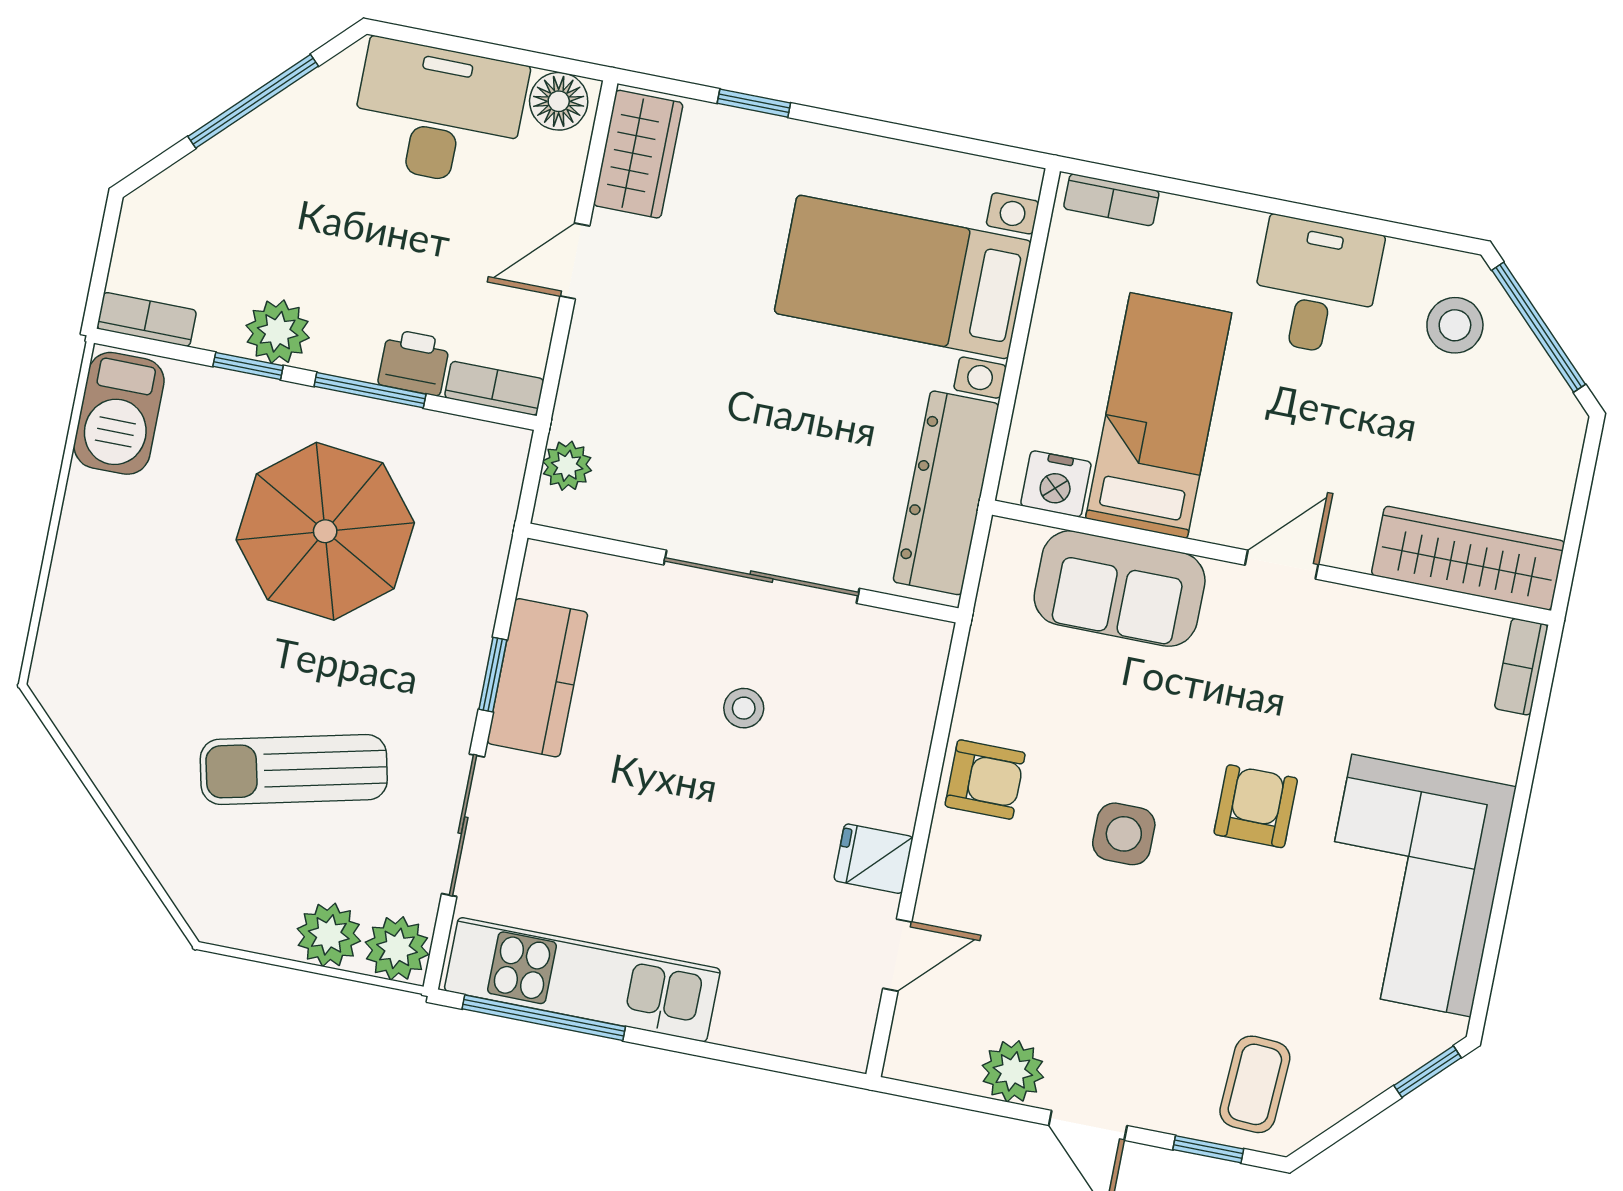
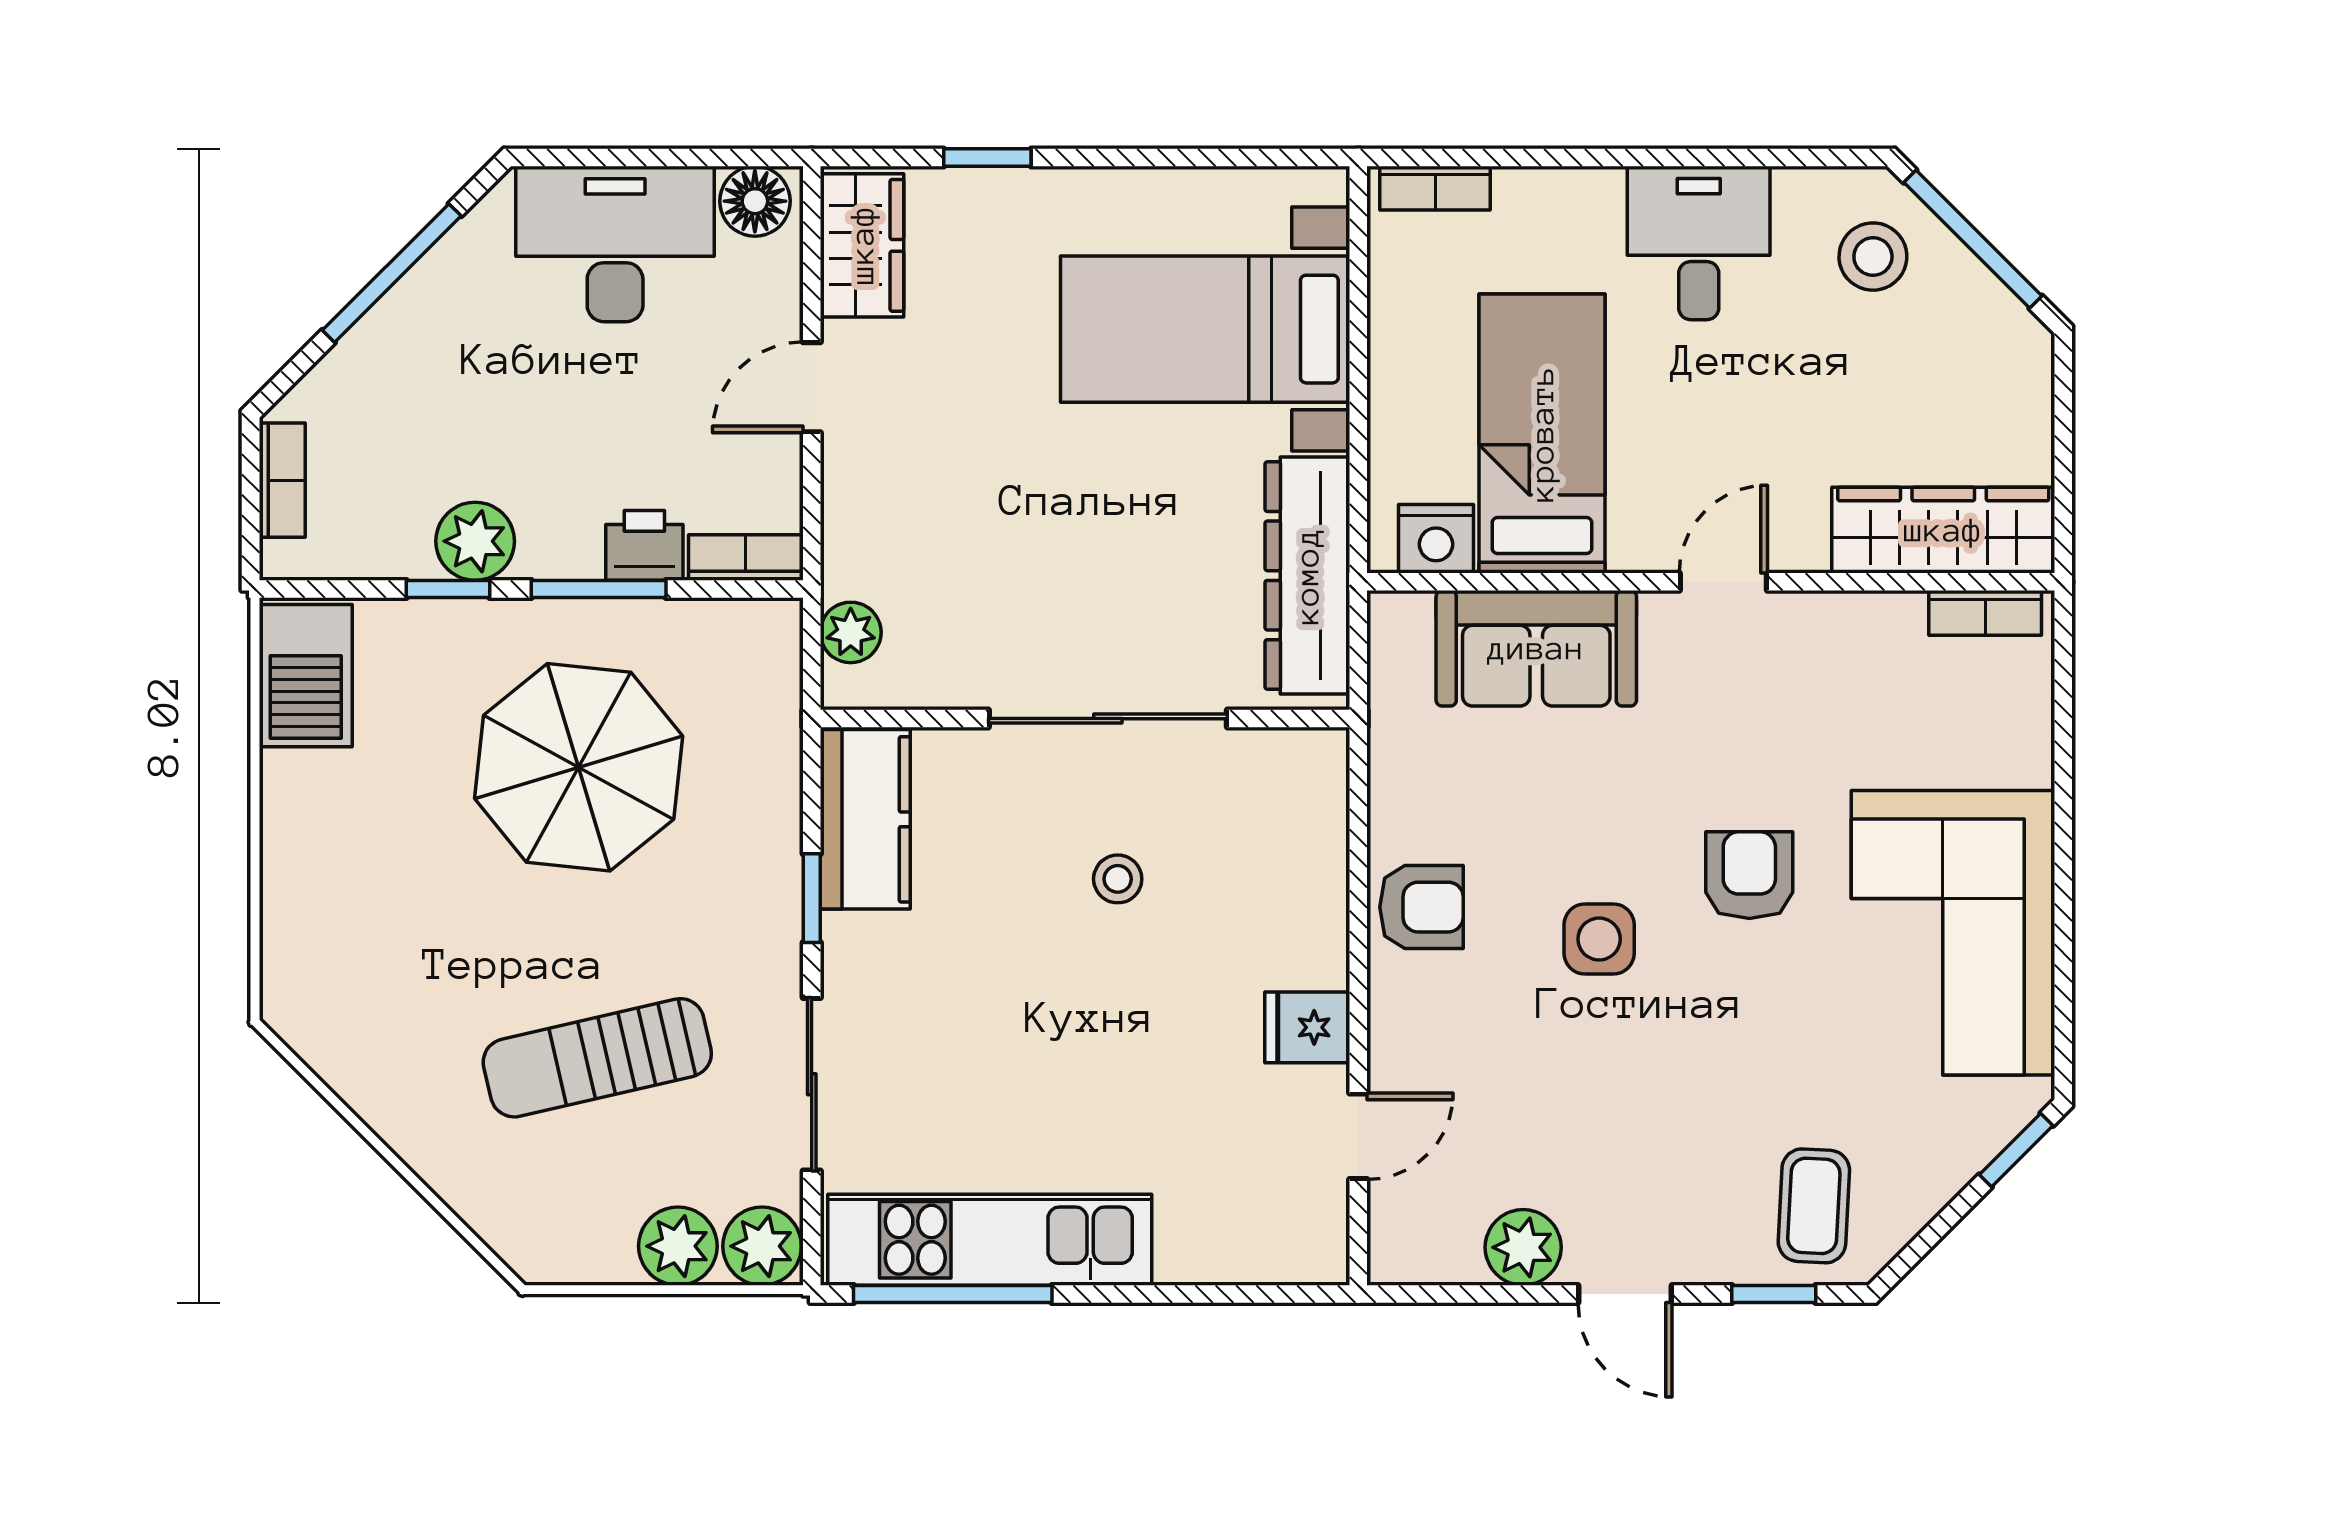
bookcase: (147, 319) -> (282, 480), moved, turned 90
bookcase: (1521, 667) -> (1985, 613), moved, turned -90
kitchen counter: (537, 678) -> (865, 819), moved

